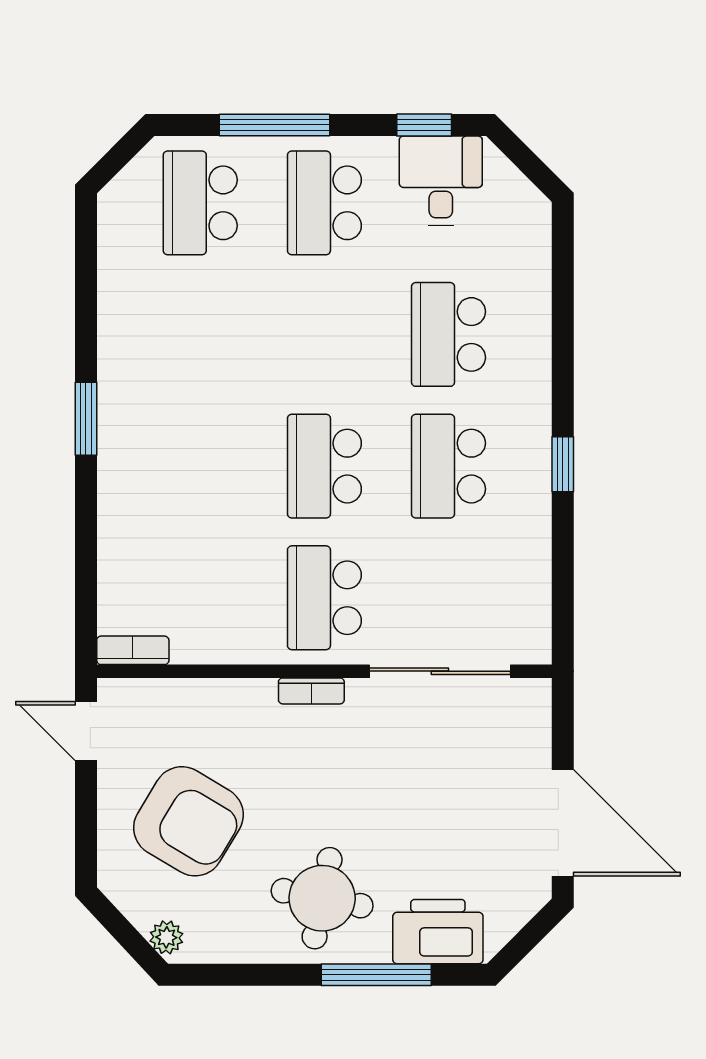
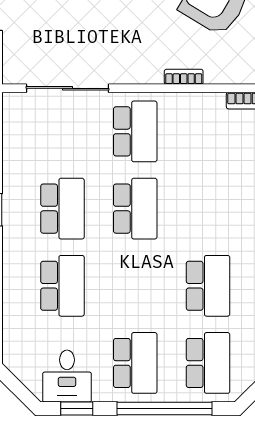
window: (274, 125) -> (164, 409), width x1.46
school desk: (200, 334) -> (208, 286), added
bookcase: (311, 691) -> (184, 77), moved

